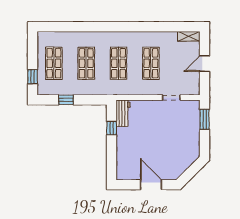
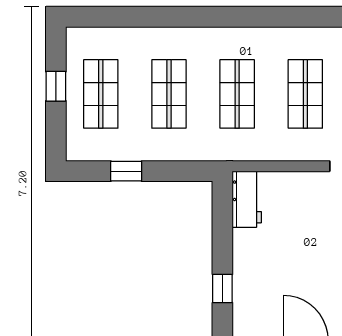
window: (33, 77) -> (56, 86), moved
window: (112, 128) -> (222, 289), moved

